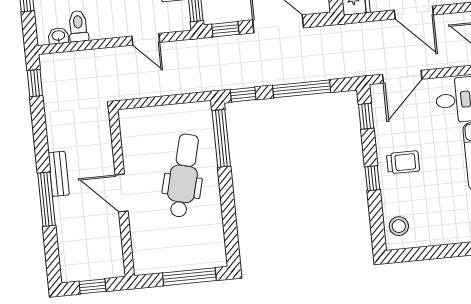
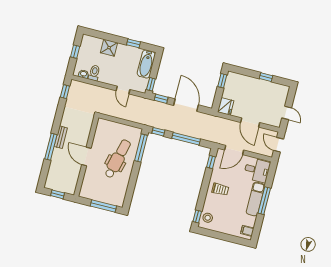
window: (372, 178) -> (197, 216), moved

